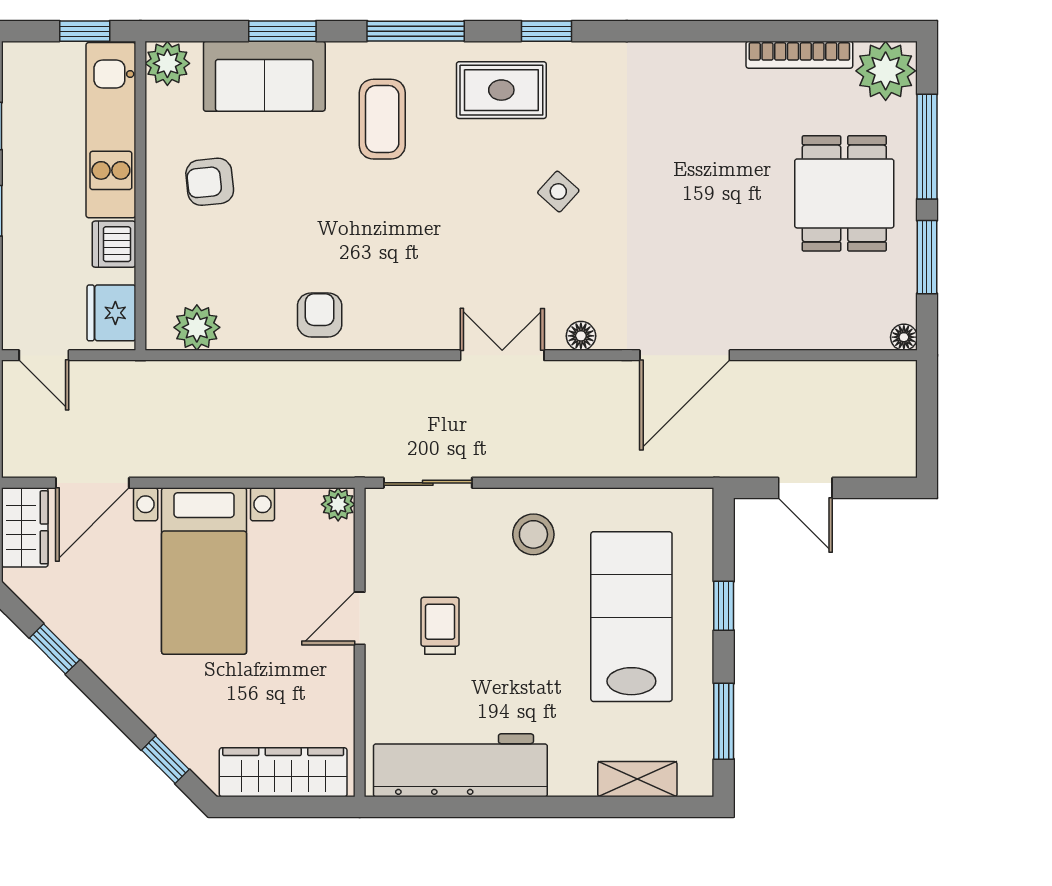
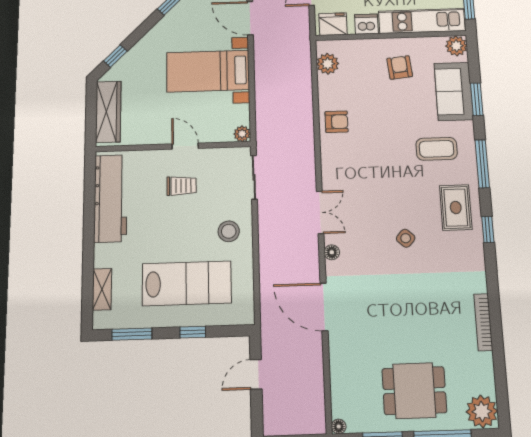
bookcase: (799, 55) -> (483, 322), moved

